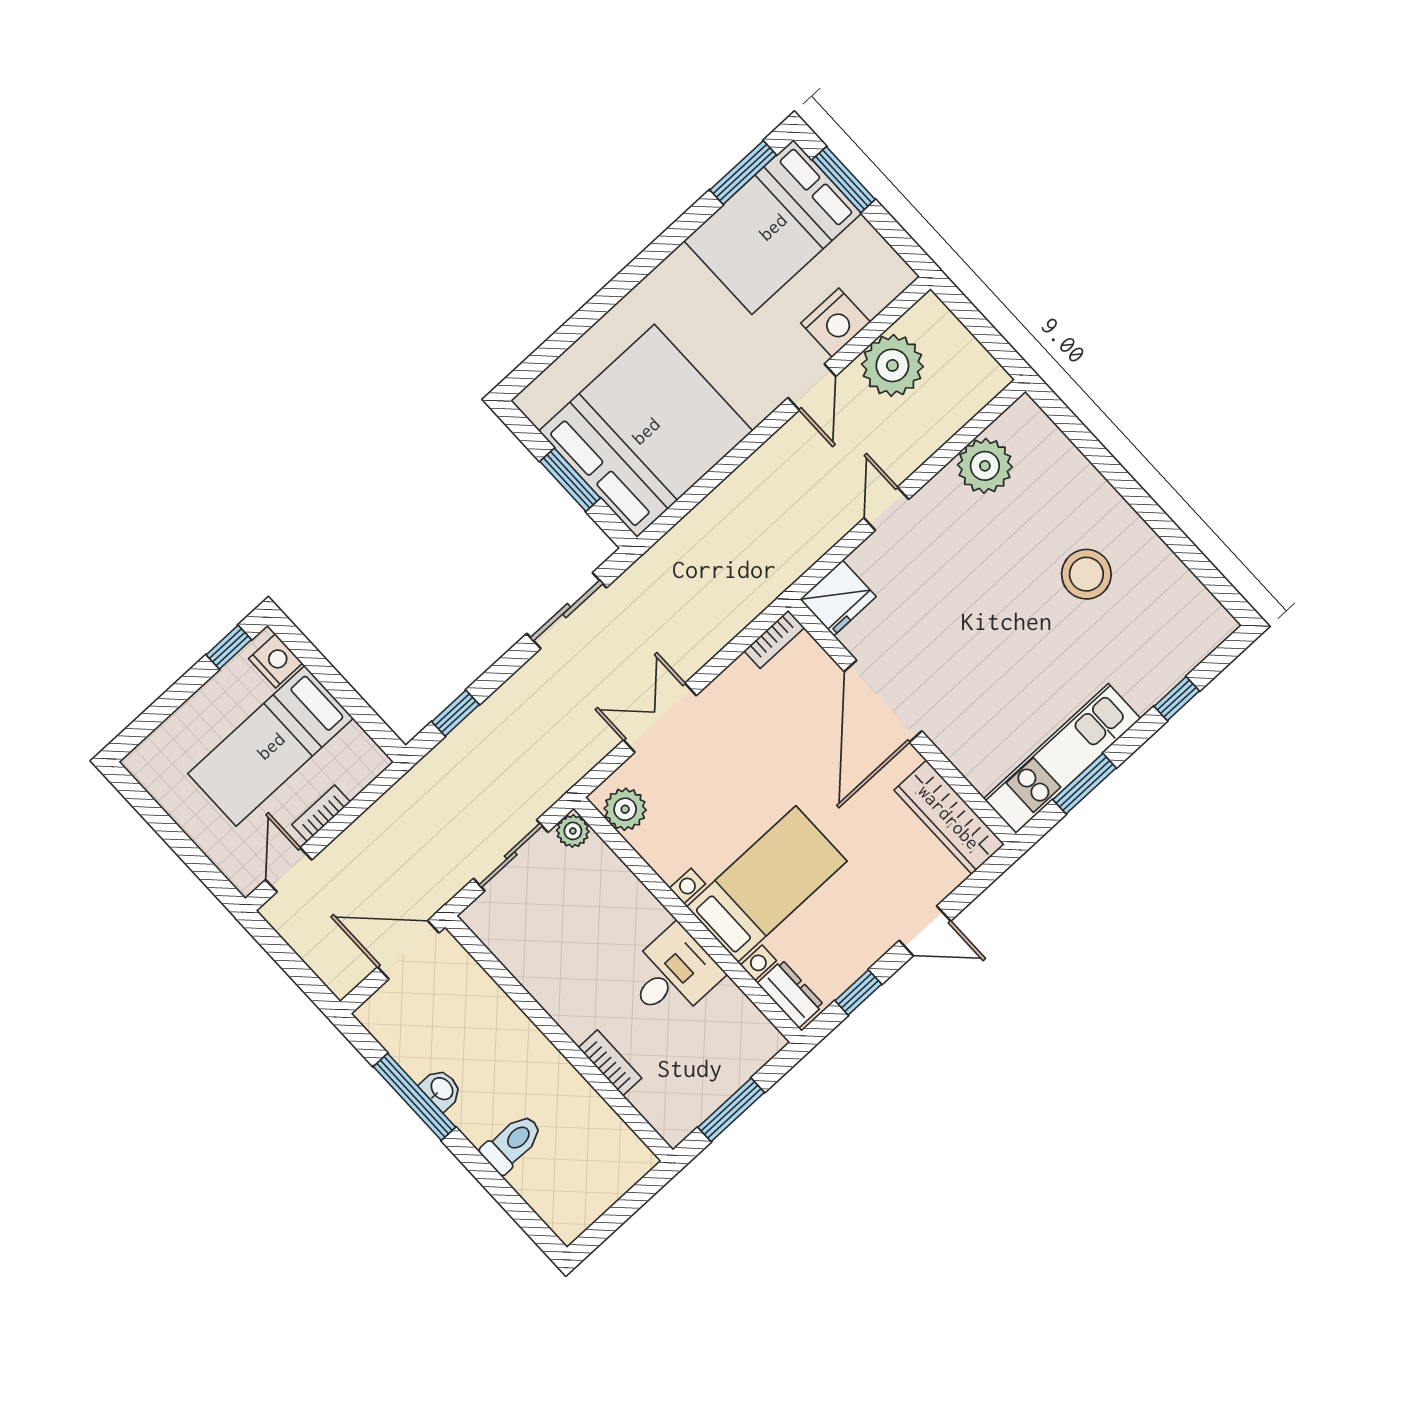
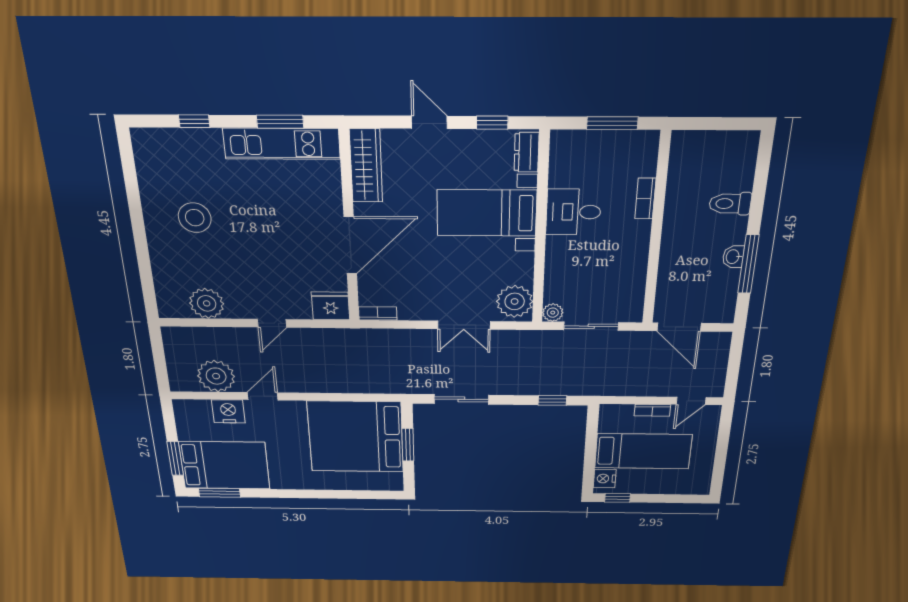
plant: (625, 809) -> (515, 301), width x1.36, depth x1.36

